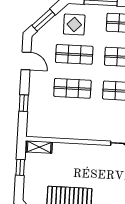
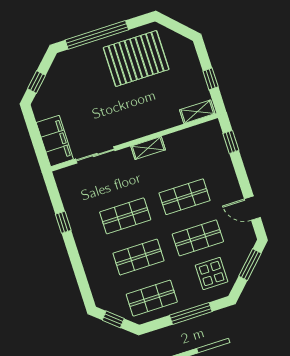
window: (24, 103) -> (231, 142), moved
shelving: (85, 134) -> (148, 148), added

